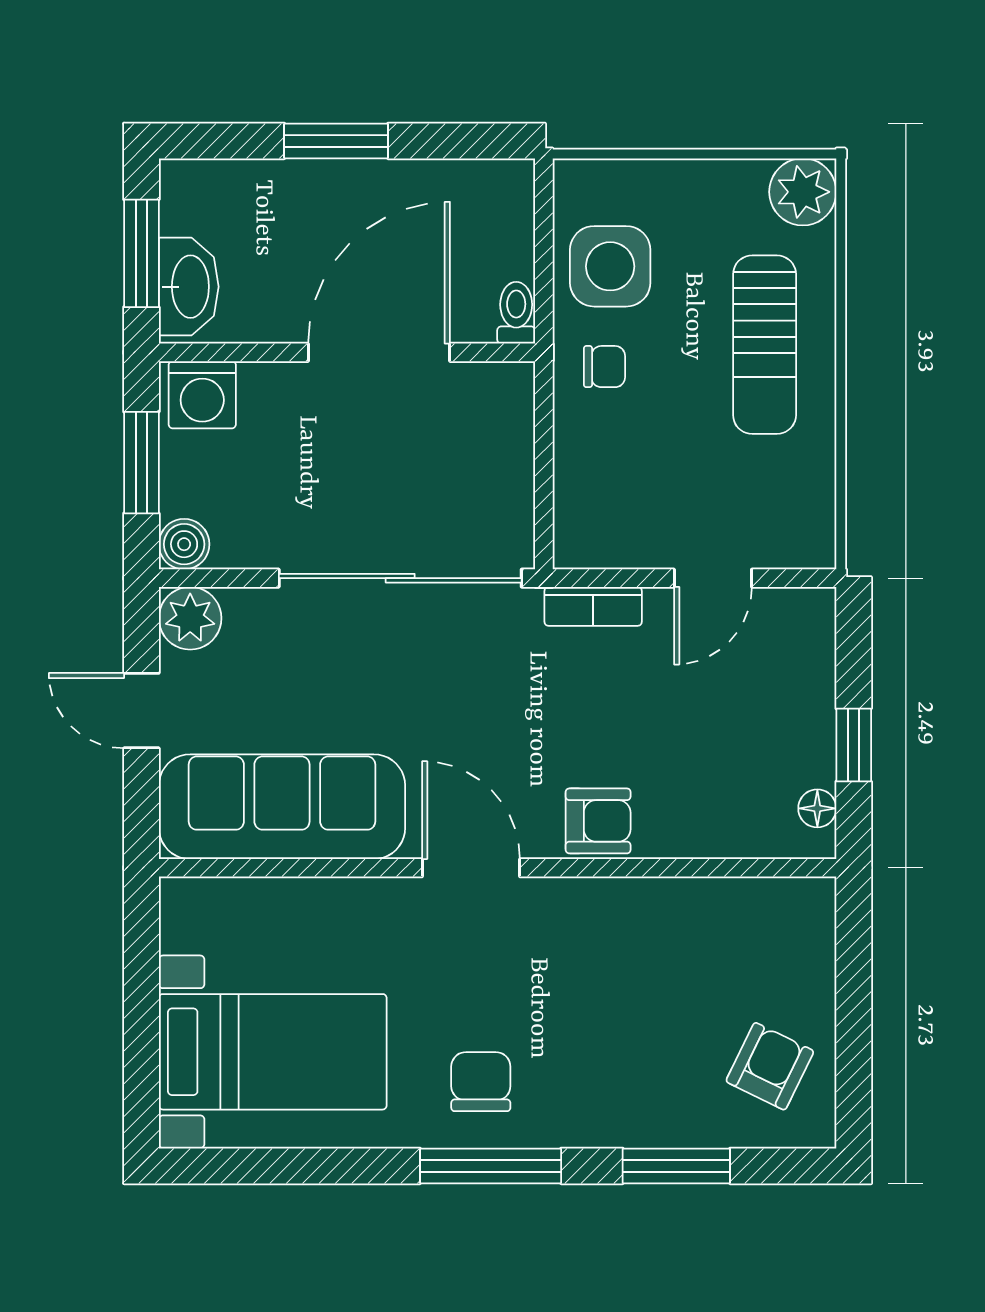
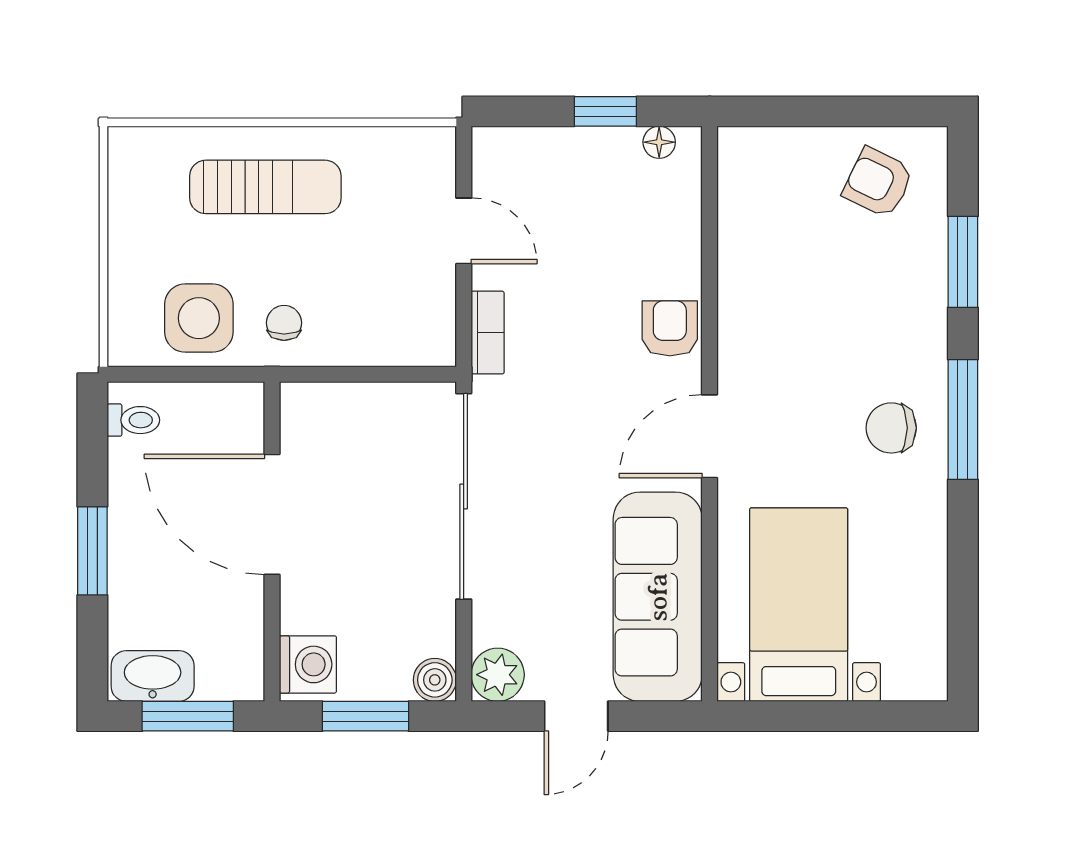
plant: (803, 192) -> (136, 155), removed
washbasin: (189, 287) -> (153, 676), moved
toilet: (516, 313) -> (133, 420), moved, turned 180
bed with nightstands: (273, 1052) -> (799, 605), moved

